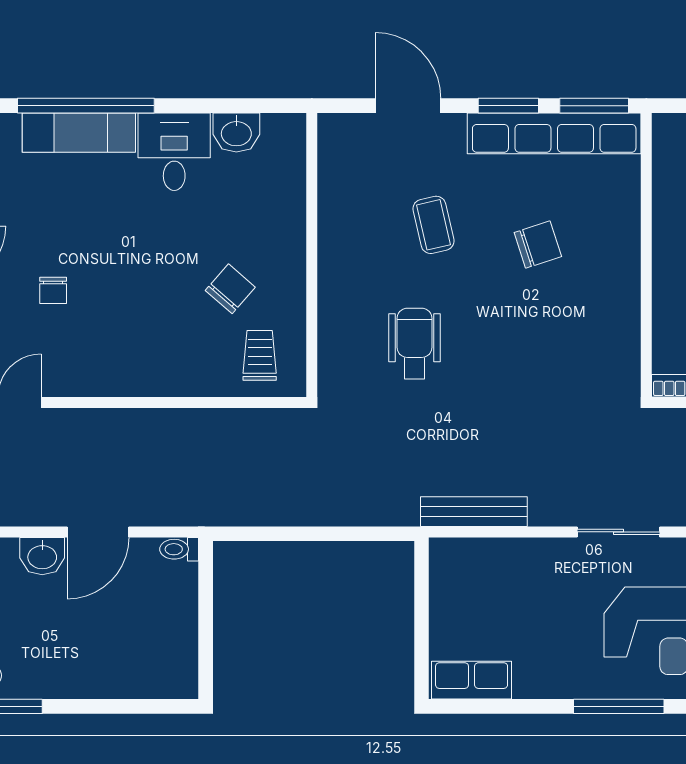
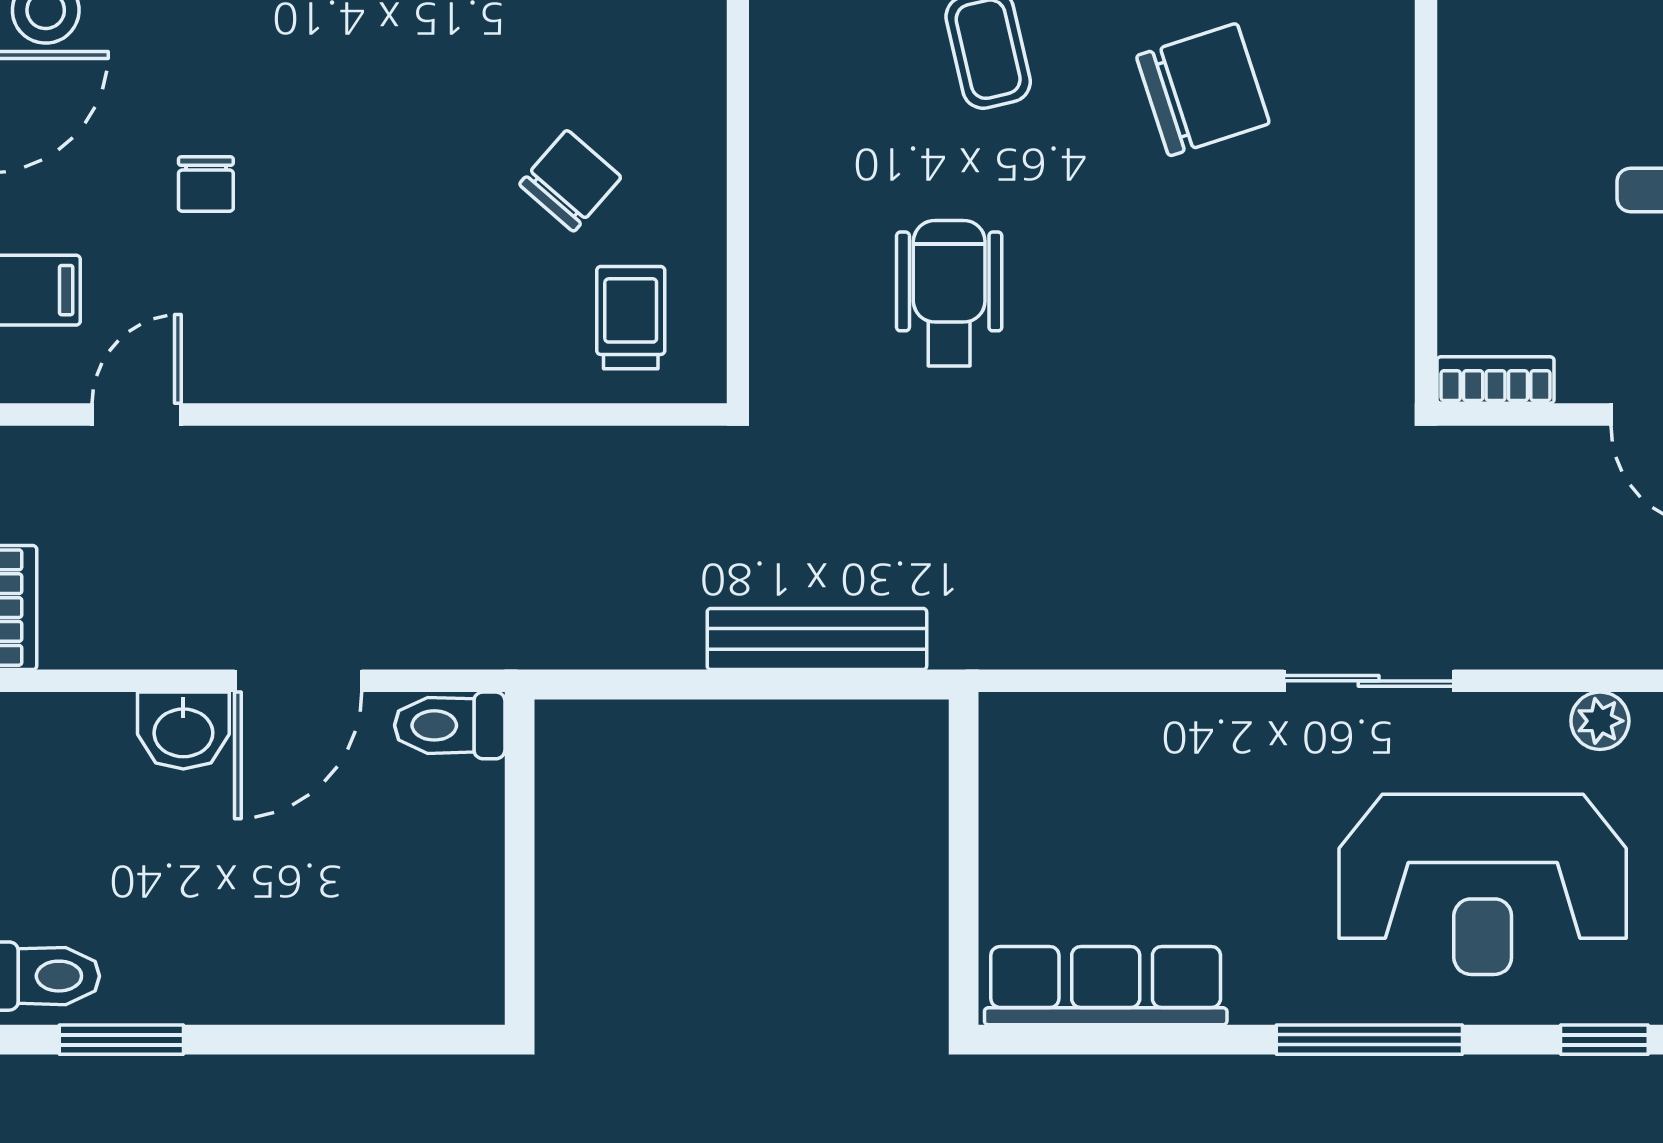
chair: (538, 245) -> (1203, 90), width x1.37, depth x1.37
bench: (474, 512) -> (817, 639), moved
toilet: (179, 549) -> (450, 725), width x1.37, depth x1.39
row of seats: (472, 680) -> (1106, 986), width x1.48

